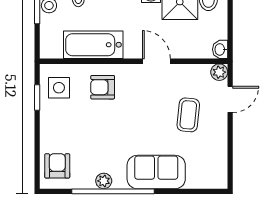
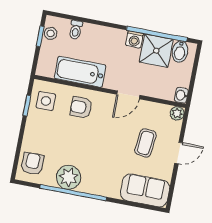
door: (156, 61) -> (128, 95), swing flipped
door: (230, 99) -> (179, 153), moved
sofa: (156, 172) -> (145, 190), moved
plant: (104, 181) -> (68, 177), width x1.88, depth x1.88

